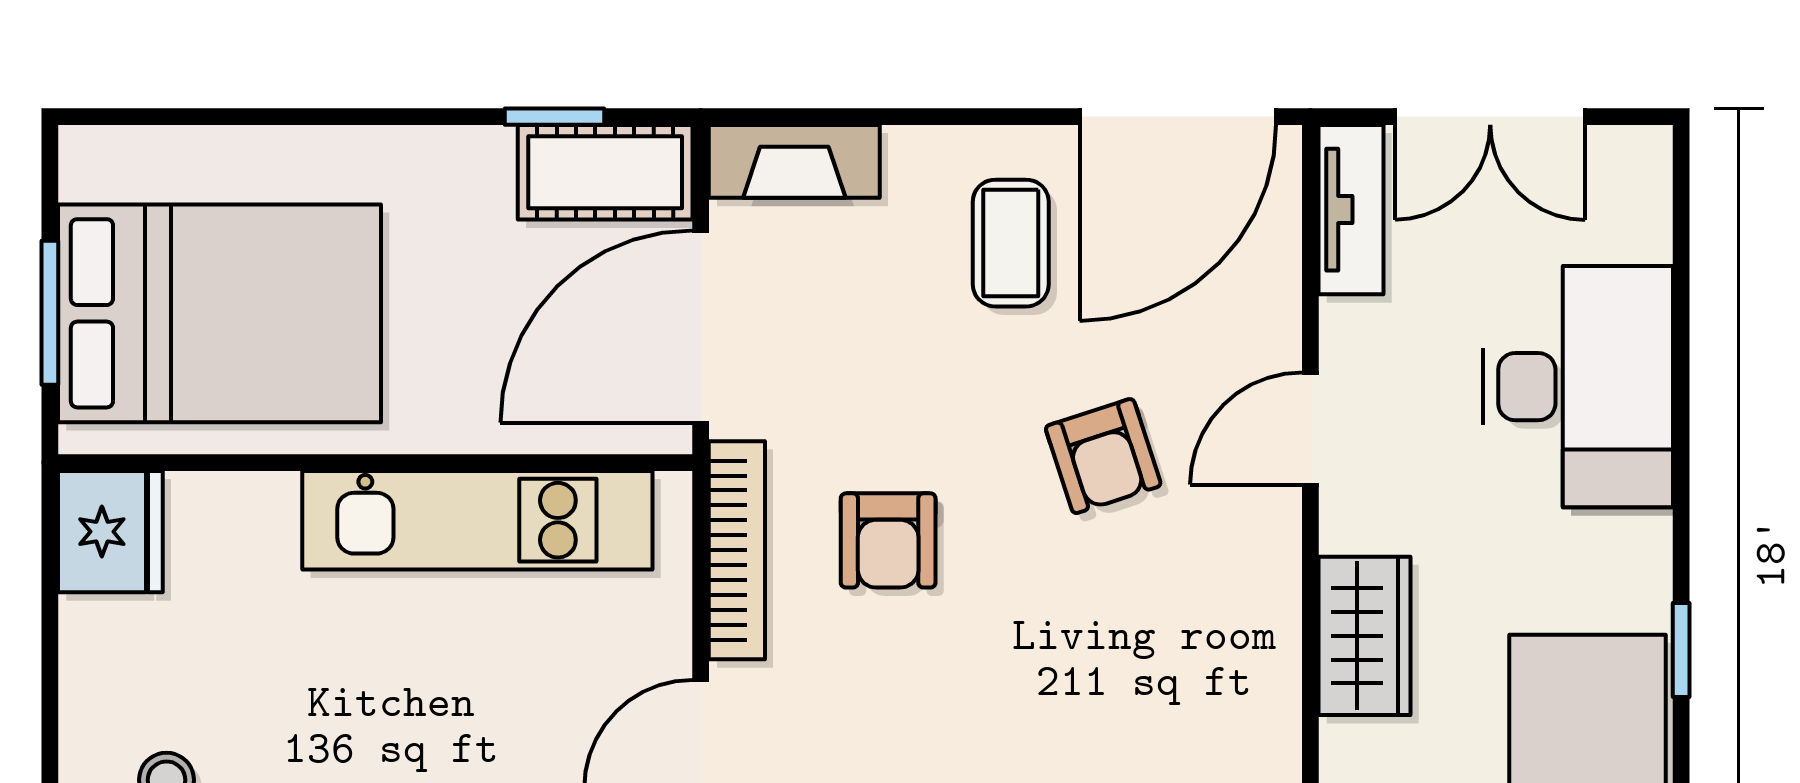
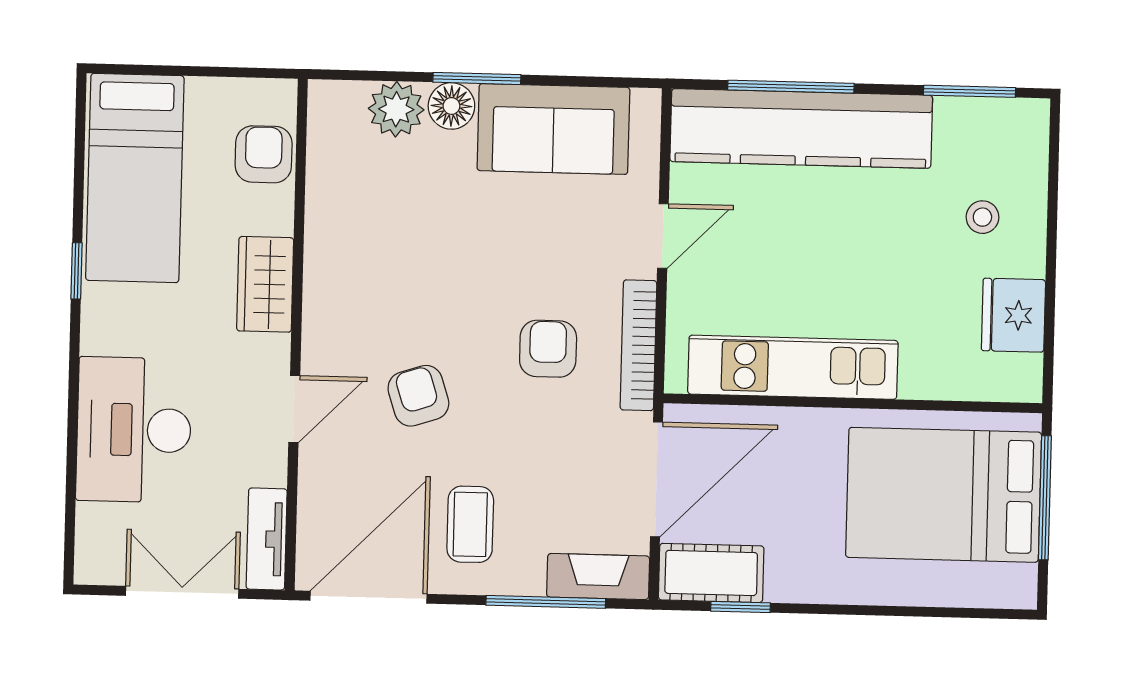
window: (881, 117) -> (546, 602), added
window: (50, 313) -> (1045, 498), width x1.44
fridge: (110, 532) -> (1013, 315), moved

